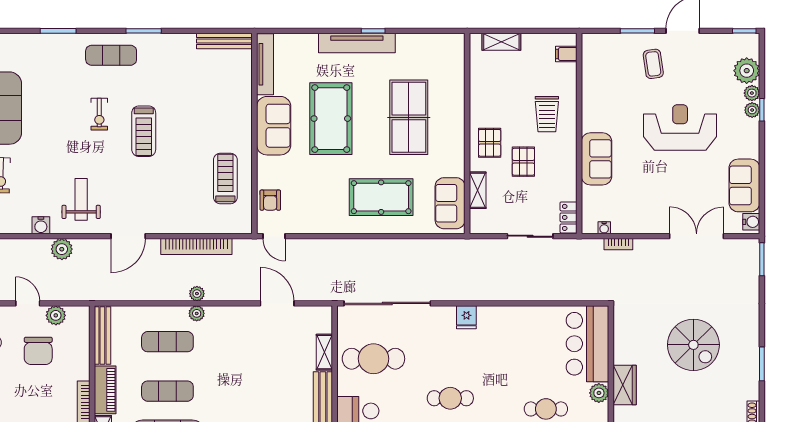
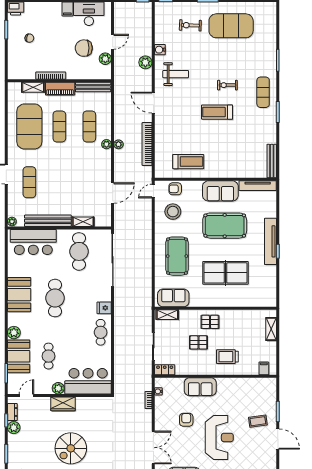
armchair: (651, 182) -> (186, 420), added
shelving: (478, 190) -> (167, 315), moved
stool: (308, 204) -> (173, 212), added
cafe table: (507, 323) -> (101, 332), added
spiral stairs: (693, 345) -> (71, 448), moved
cafe table: (450, 398) -> (55, 298), width x1.37, depth x1.35

